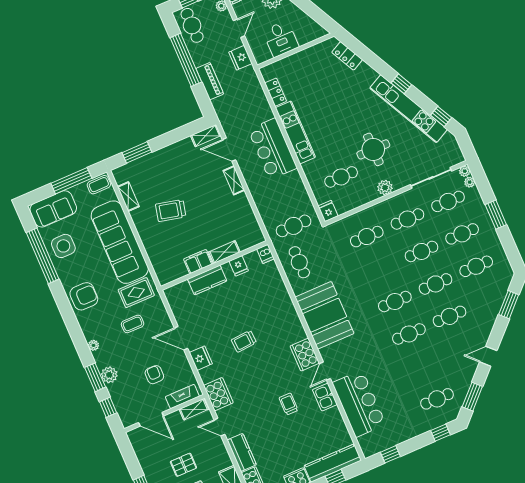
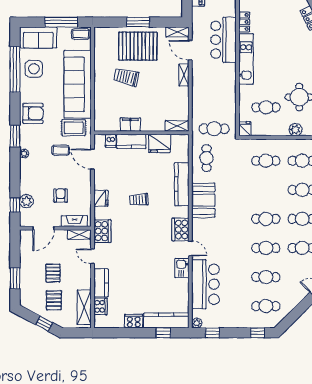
bar counter: (273, 149) -> (223, 40), moved
window: (137, 152) -> (138, 22), moved
pallet: (169, 170) -> (138, 46), added
shelving: (128, 197) -> (99, 53), removed
shelving: (224, 252) -> (177, 126), moved
dishwasher: (265, 254) -> (111, 141), moved
fridge: (239, 266) -> (160, 143), width x1.88, depth x1.34
kitchen counter: (284, 303) -> (182, 184), added
booth: (324, 315) -> (203, 200), width x0.73, depth x0.70
door: (181, 338) -> (93, 159), moved
cafe table: (423, 366) -> (266, 277), added
door: (325, 371) -> (190, 248), swing flipped
plant: (109, 375) -> (26, 201), moved
window: (95, 377) -> (15, 136), moved
window: (472, 397) -> (293, 316), removed
trolley: (289, 404) -> (152, 262), removed
door: (151, 419) -> (43, 228), hinge flipped
plant: (368, 451) -> (197, 323), added
pallet: (183, 465) -> (53, 273), turned 90

